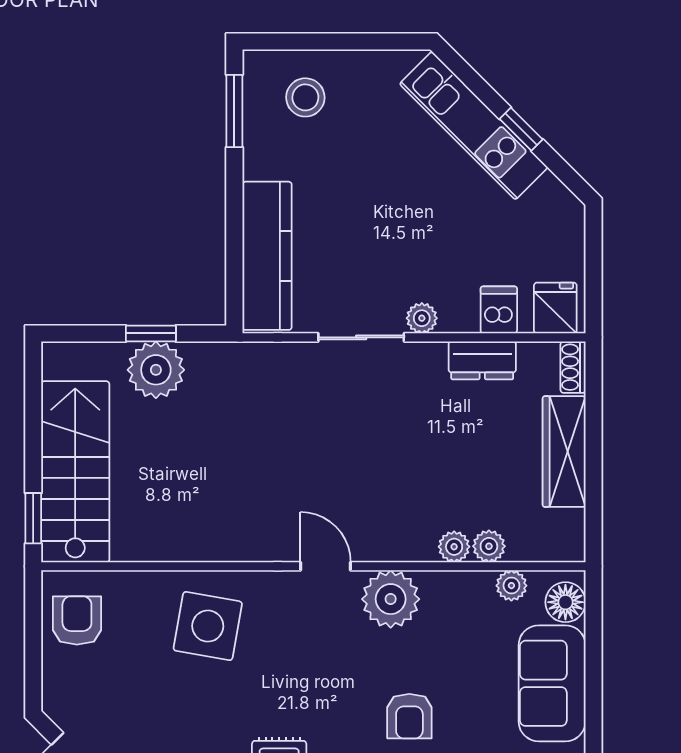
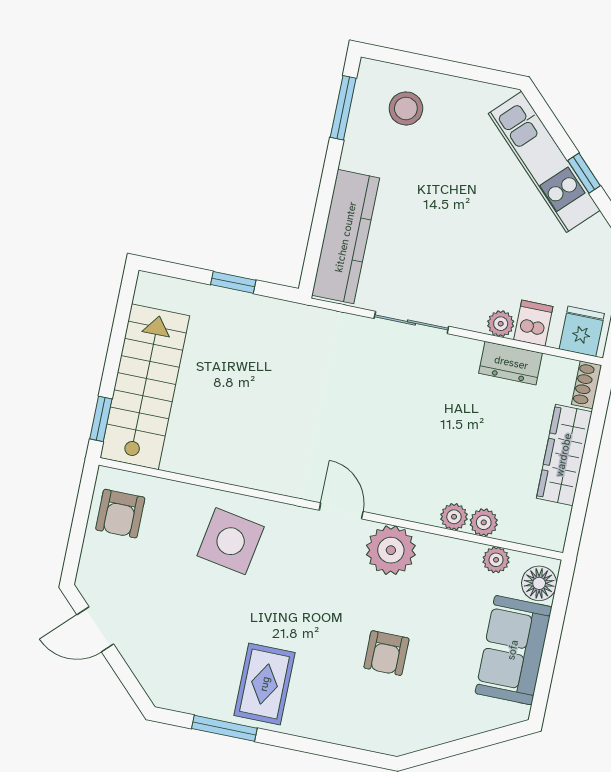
plant: (422, 318) -> (501, 324), moved
plant: (156, 370) -> (231, 314), removed
armchair: (77, 620) -> (120, 514), turned 180

